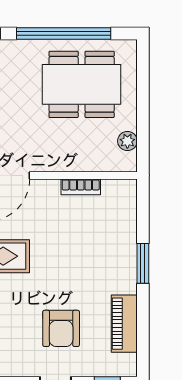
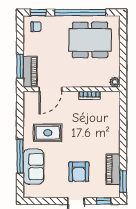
plant: (127, 141) -> (115, 82), moved
window: (143, 263) -> (123, 181), moved

